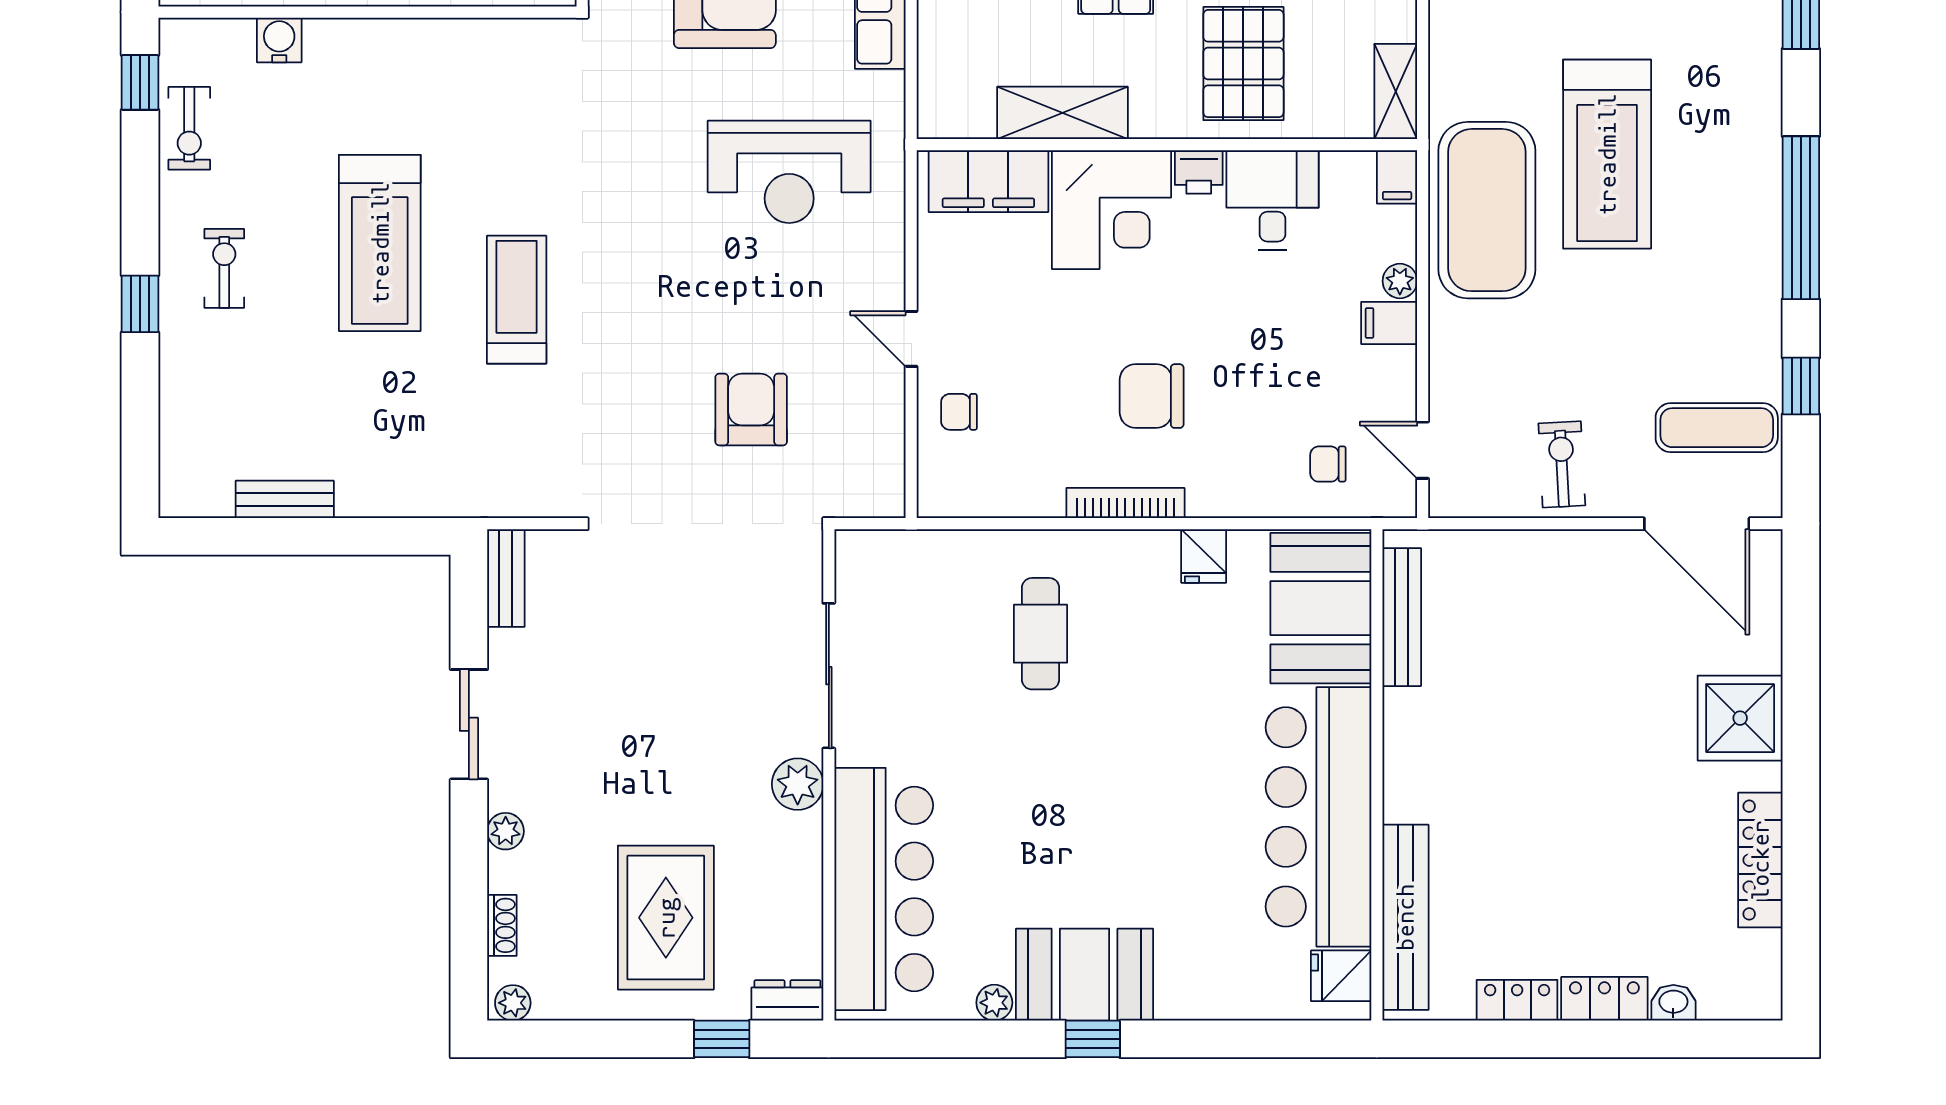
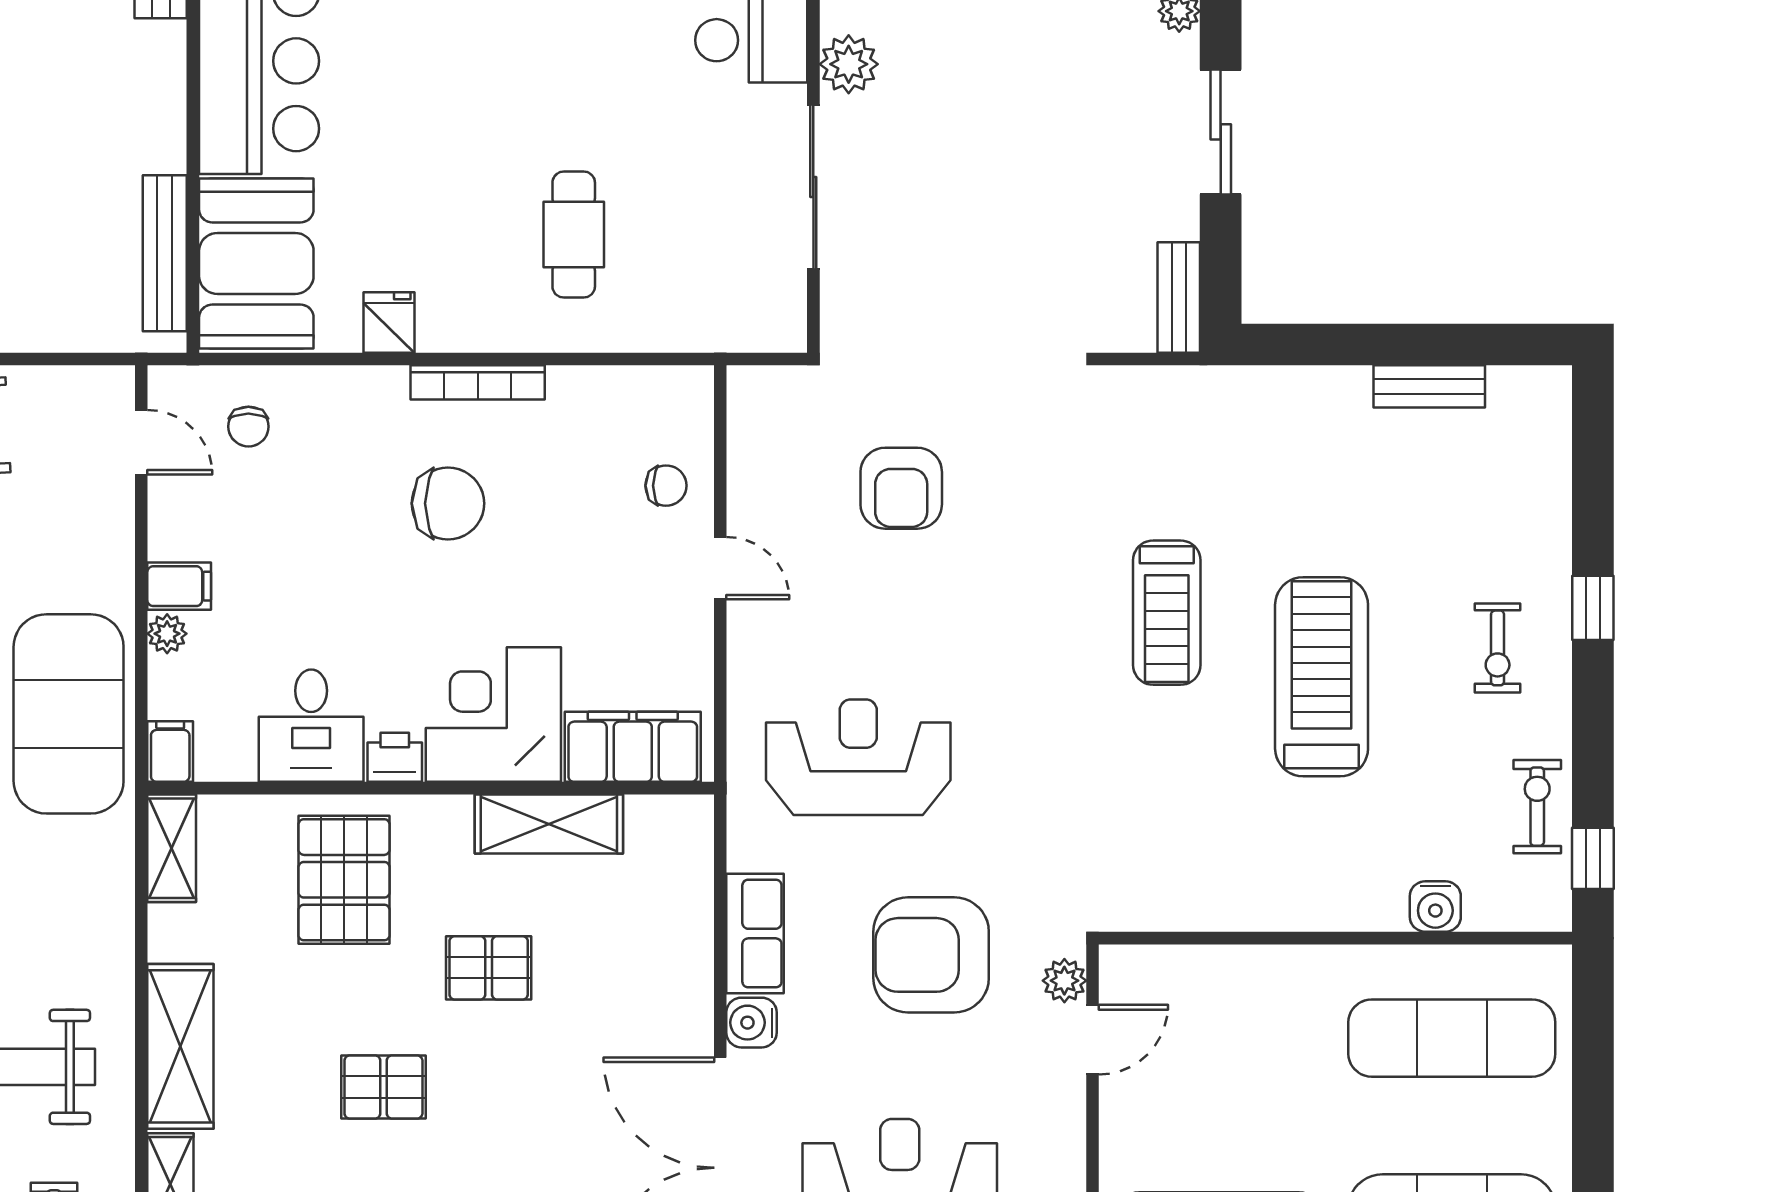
chair: (1328, 464) -> (248, 427), turned 90

